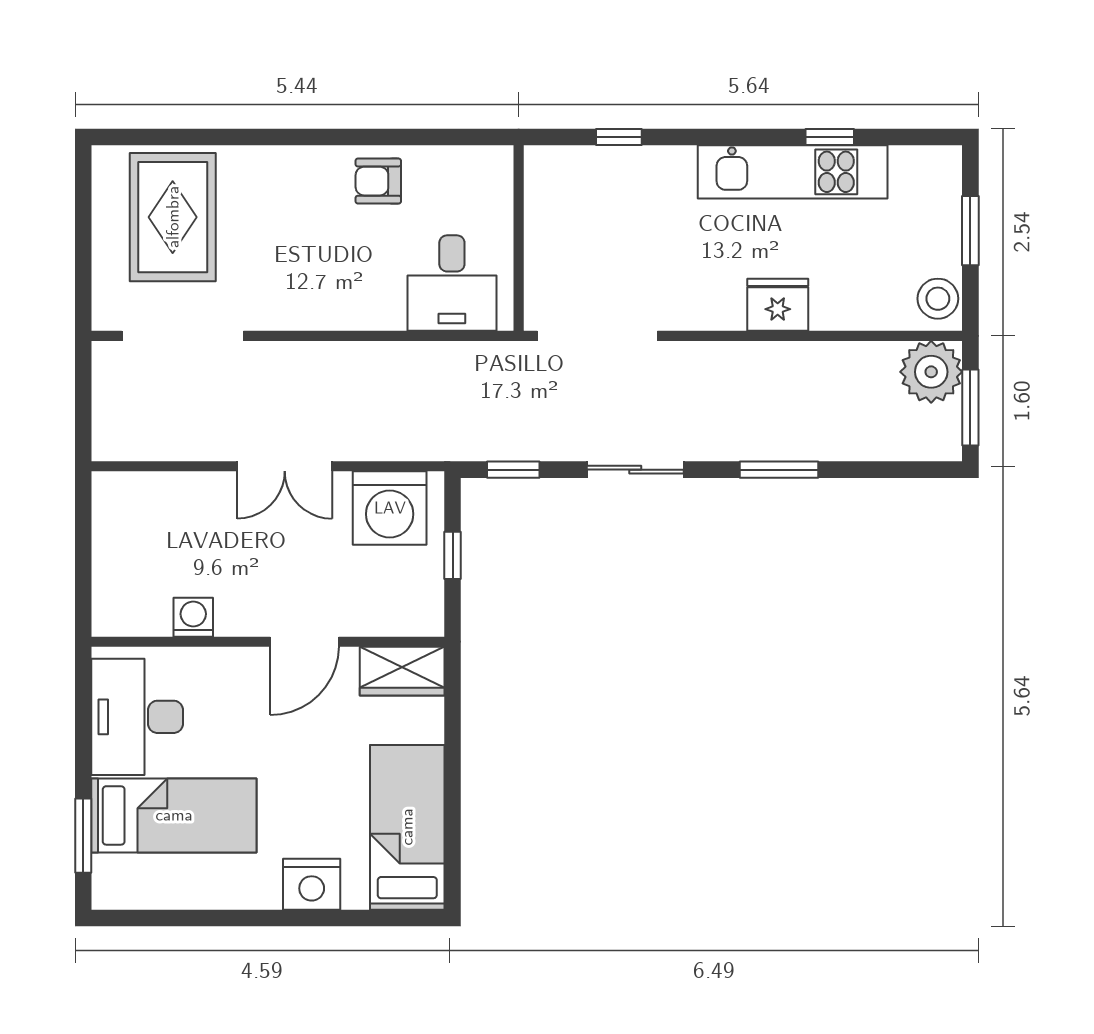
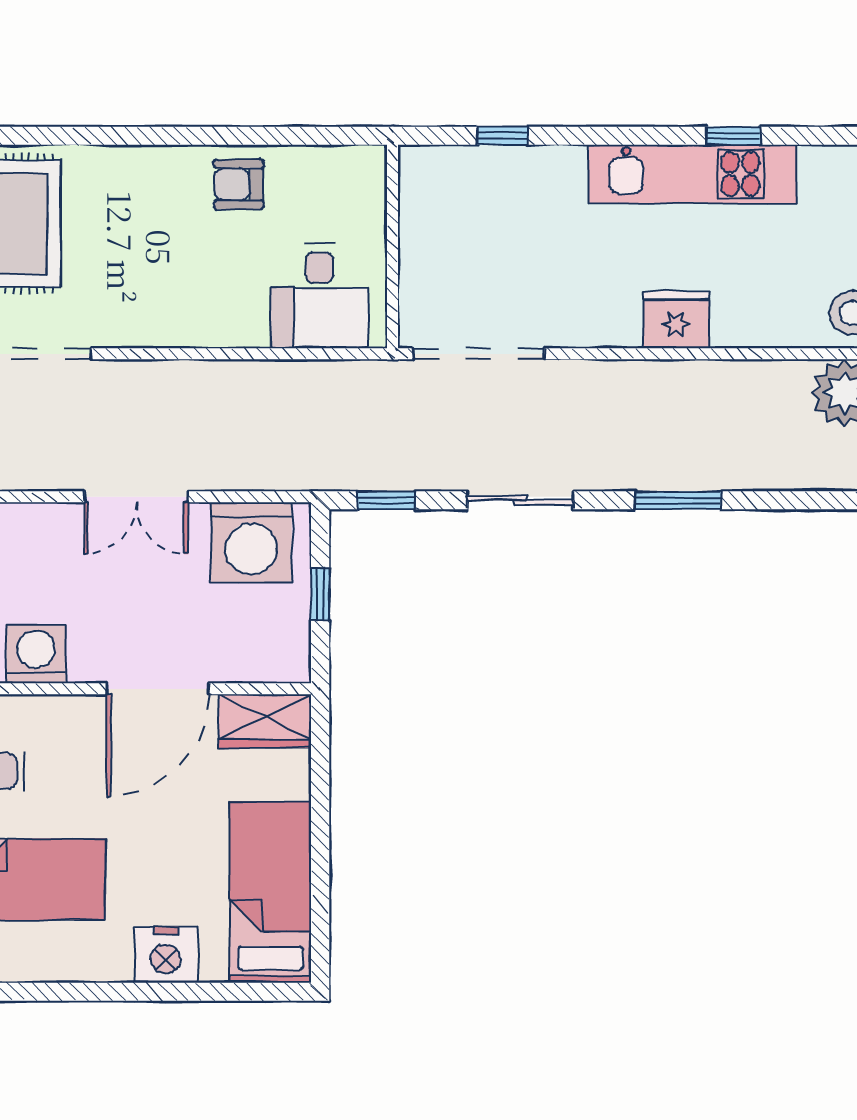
washing machine: (193, 617) -> (36, 654), width x1.38, depth x1.38
door: (305, 642) -> (158, 689), width x1.36

